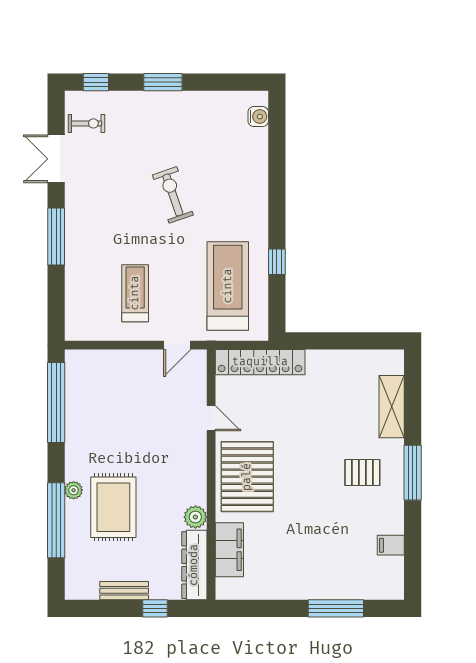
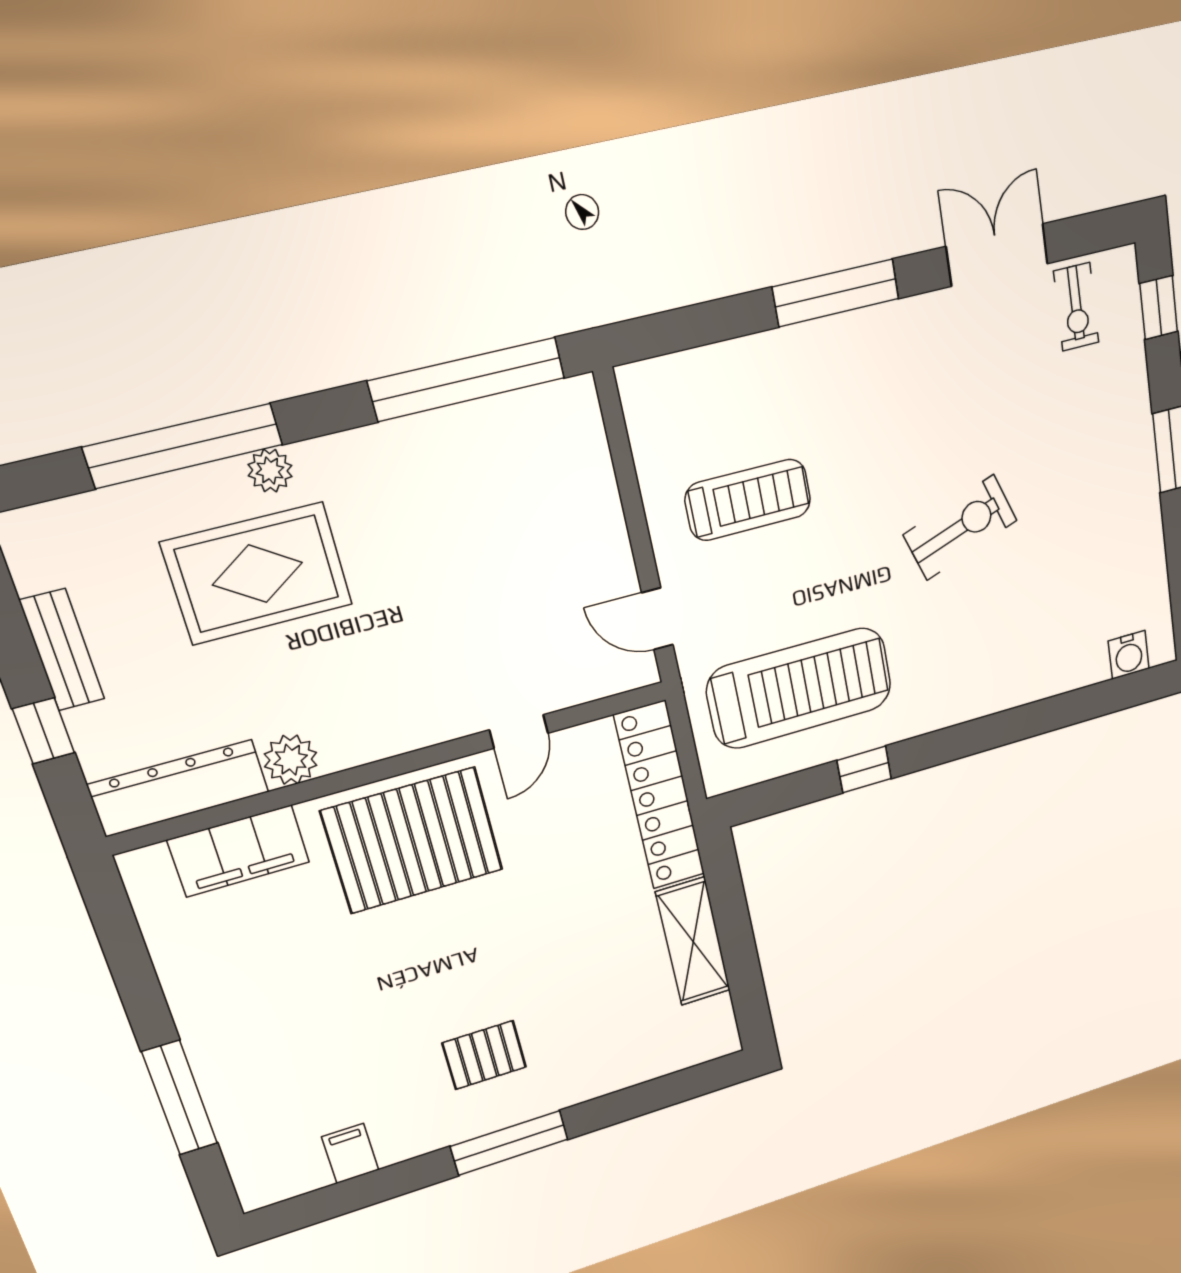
shelving: (392, 407) -> (693, 942), moved, turned 90
pallet: (362, 473) -> (484, 1055), turned 90

